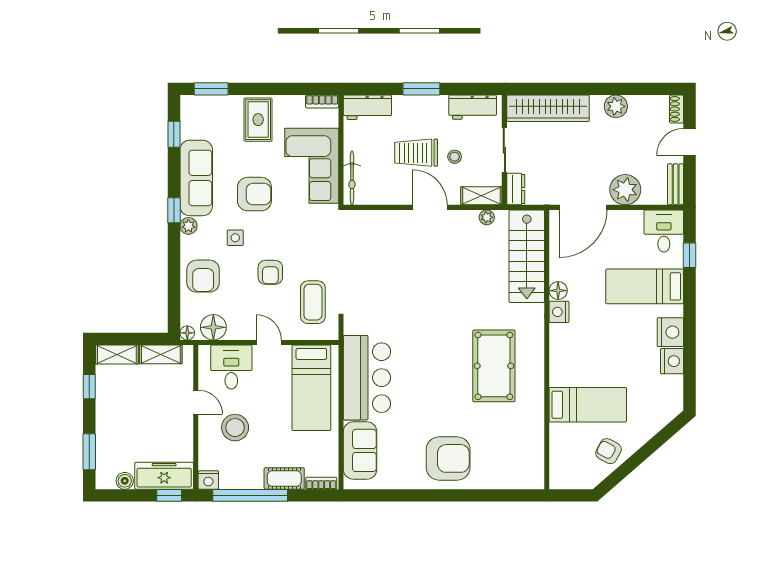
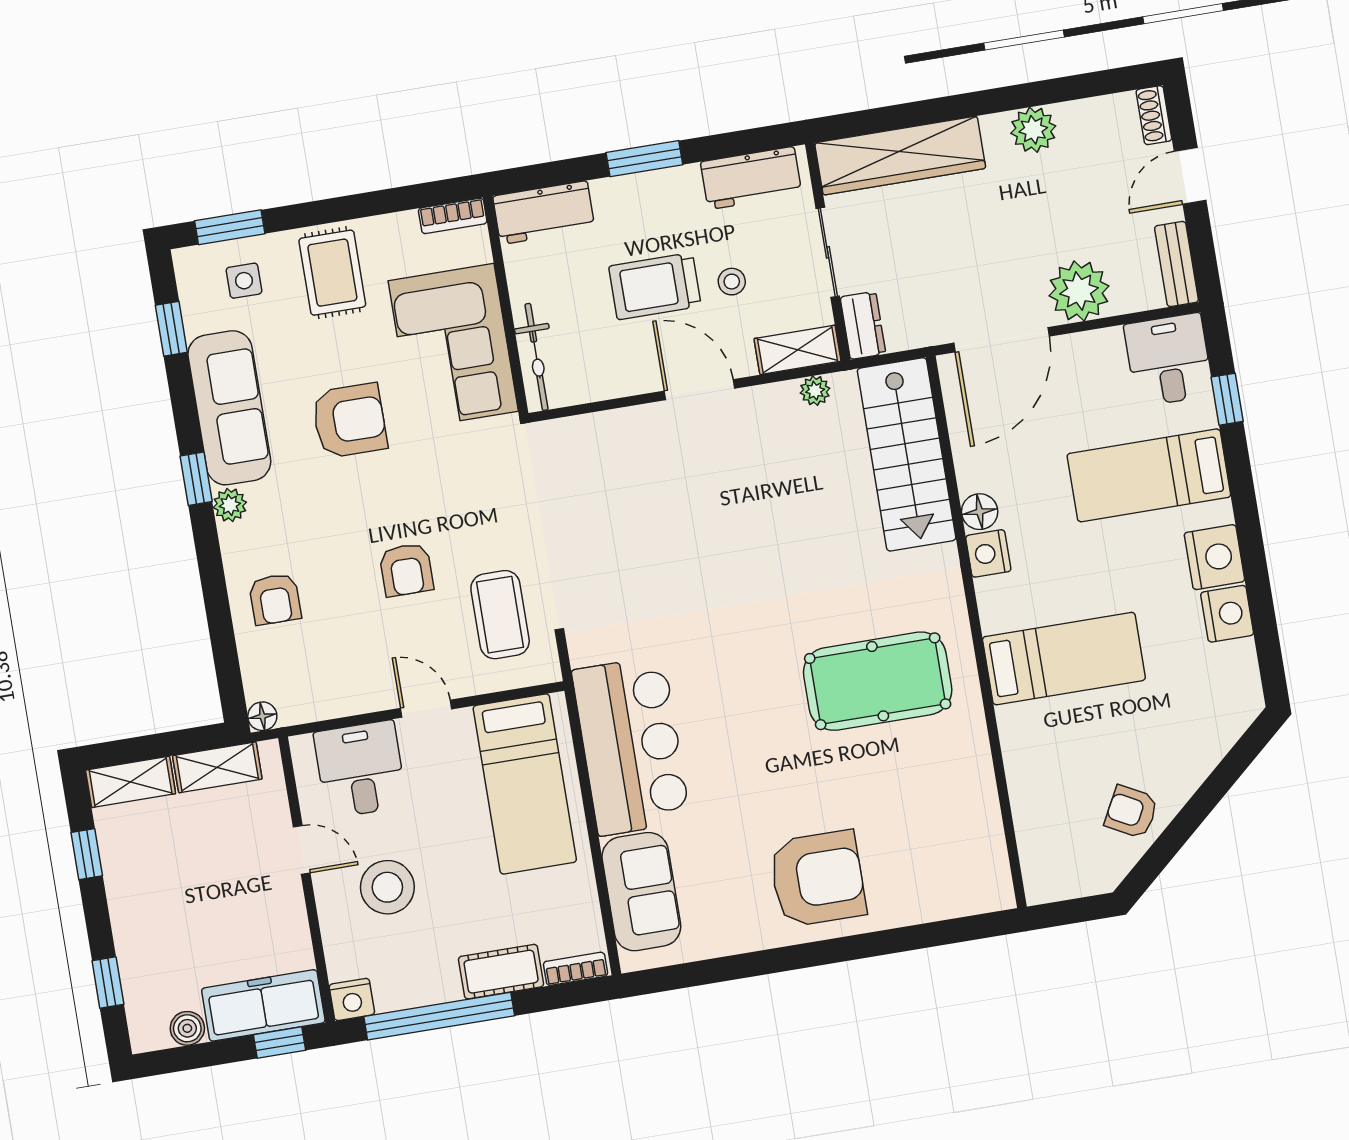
side table: (235, 238) -> (244, 281), moved
armchair: (203, 276) -> (275, 599), width x0.72, depth x0.72
floor lamp: (213, 327) -> (312, 697), removed
pool table: (494, 366) -> (878, 681), turned 90
bed: (588, 405) -> (1064, 659), moved
window: (89, 452) -> (108, 982), width x0.67

